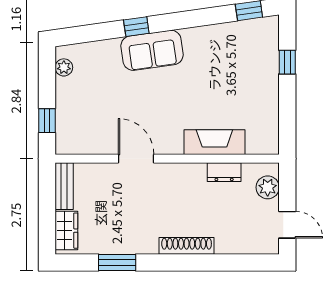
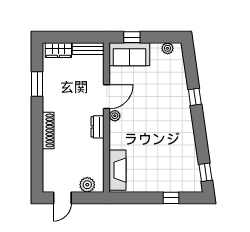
sofa: (152, 50) -> (129, 54), moved, turned -82
fireplace: (214, 142) -> (118, 170), moved
plant: (165, 146) -> (115, 116), added
dresser: (224, 172) -> (97, 127), moved

